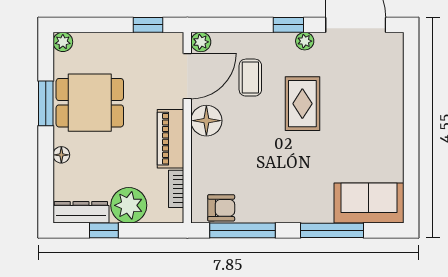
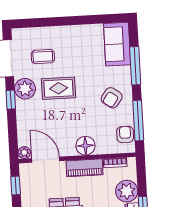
plant: (305, 41) -> (25, 89), width x1.87, depth x1.87
coffee table: (250, 78) -> (43, 57), moved
floor lamp: (206, 121) -> (85, 146), moved
armchair: (282, 189) -> (112, 98), added

